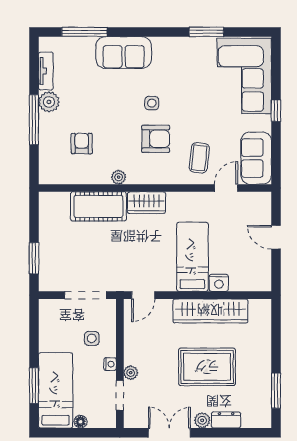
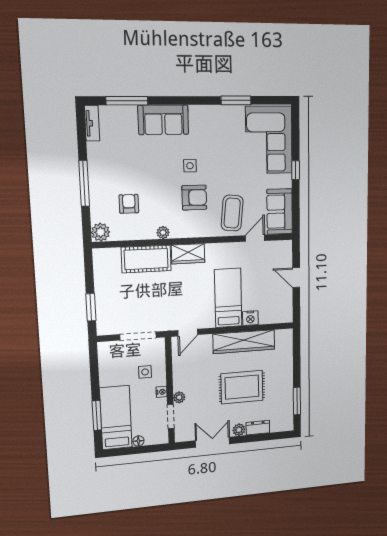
tv unit: (46, 71) -> (92, 123), moved
plant: (49, 102) -> (101, 232), moved
coffee table: (199, 158) -> (232, 213), width x1.36, depth x1.30

